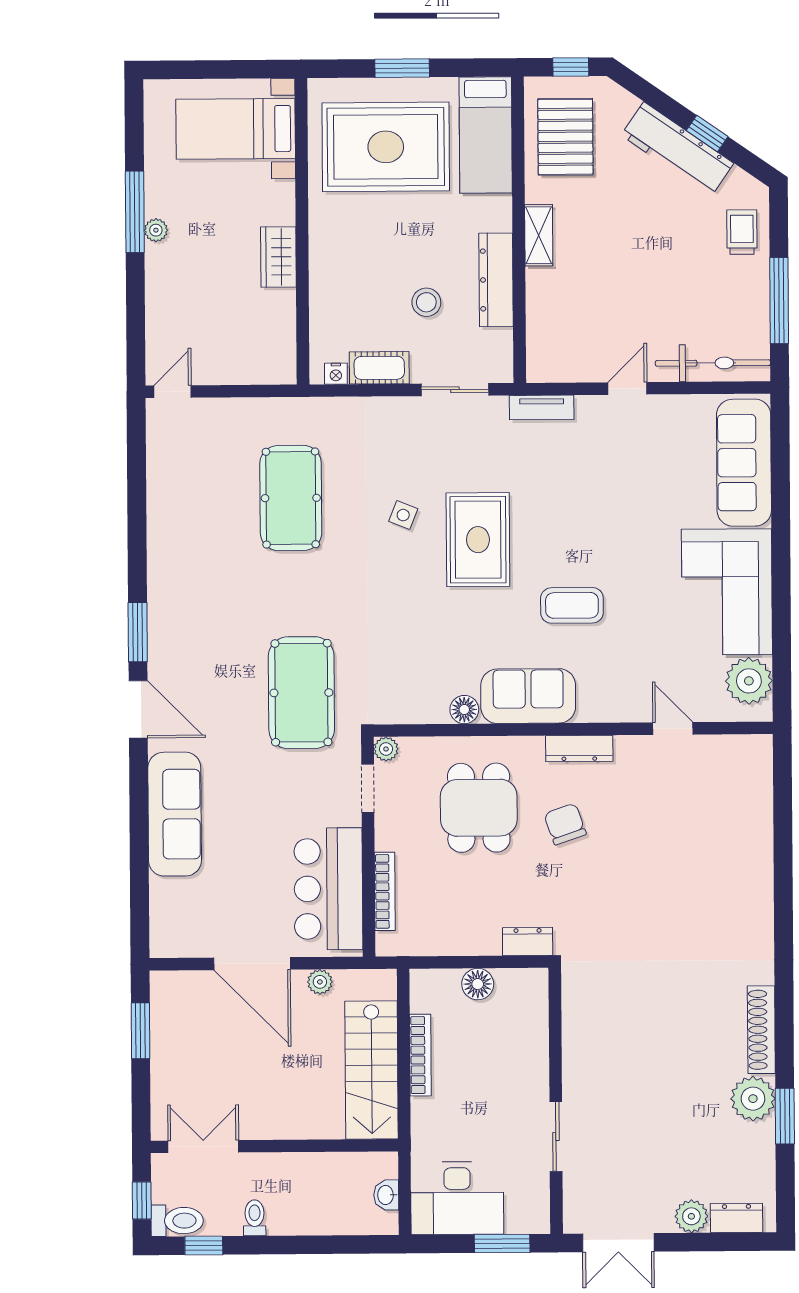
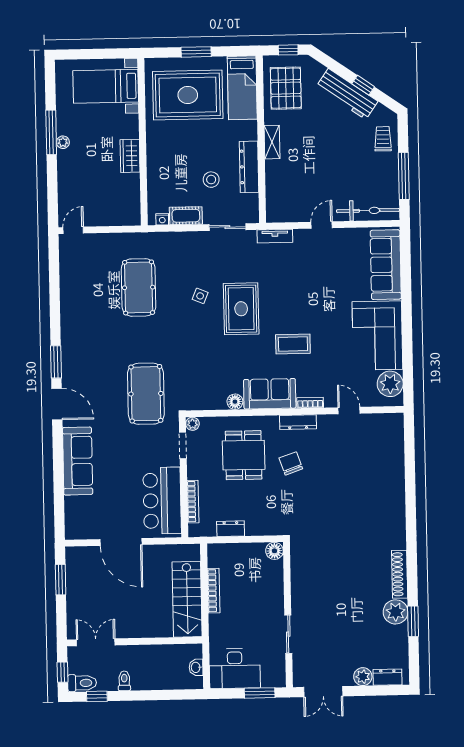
bookcase: (602, 713) -> (310, 403), added
dresser: (528, 941) -> (231, 529), moved
plant: (320, 982) -> (158, 551), removed
floor lamp: (478, 984) -> (274, 551), moved

